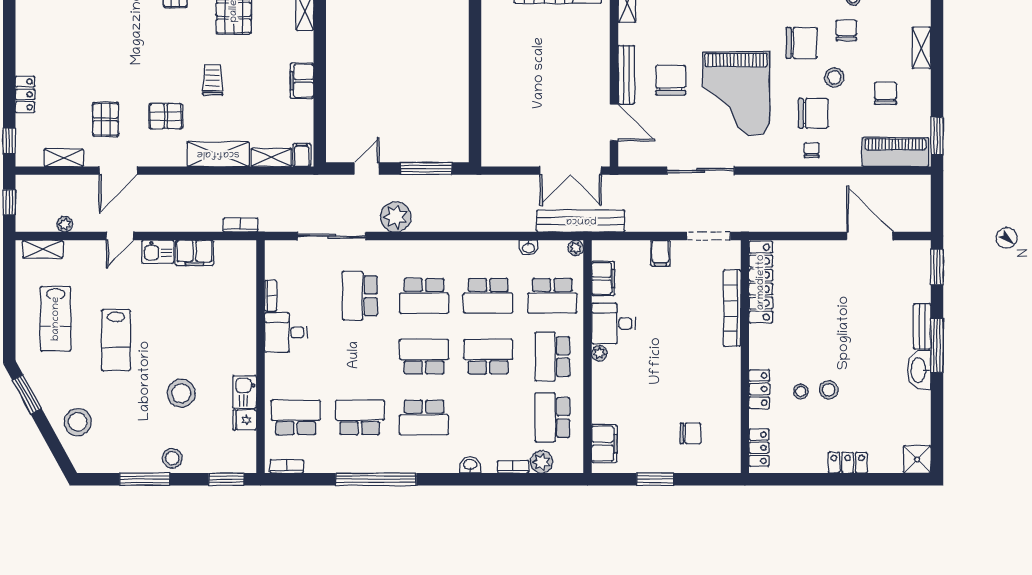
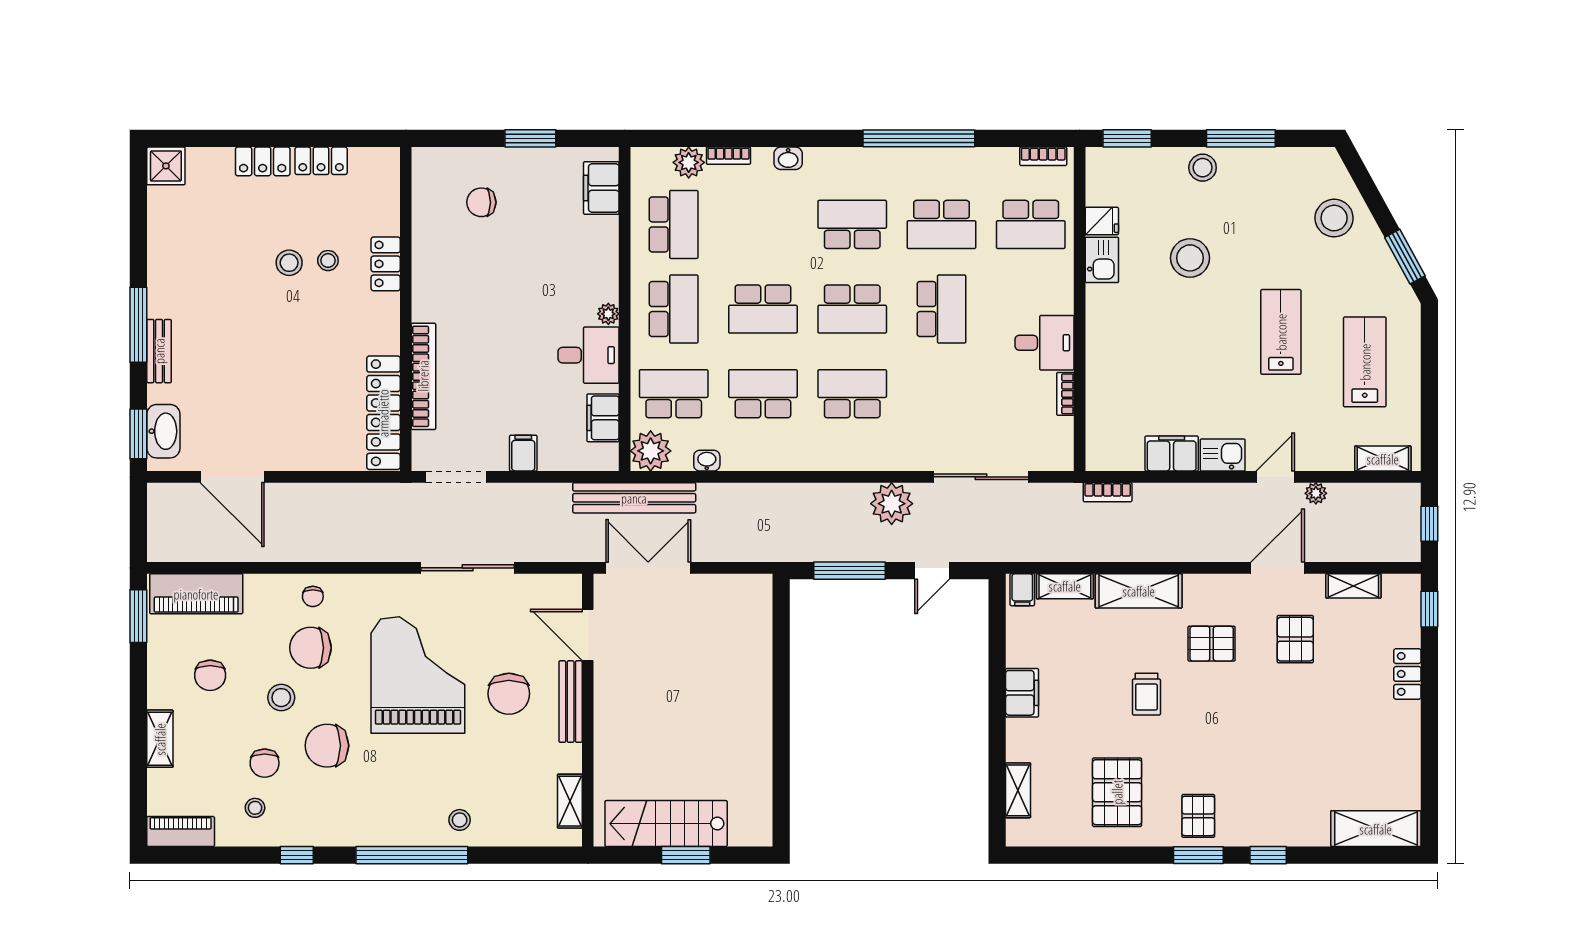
plant: (65, 224) -> (1316, 493), moved
plant: (576, 248) -> (651, 451), width x1.87, depth x1.87
school desk: (360, 296) -> (941, 309), moved
washbasin: (919, 370) -> (163, 431), moved
locker: (759, 448) -> (321, 161), moved, turned -90

